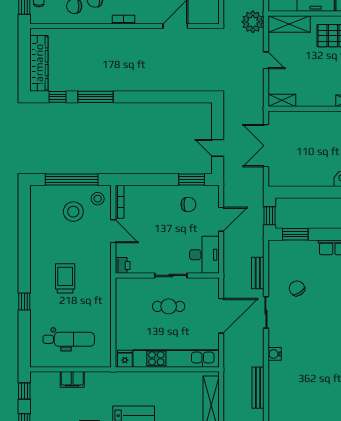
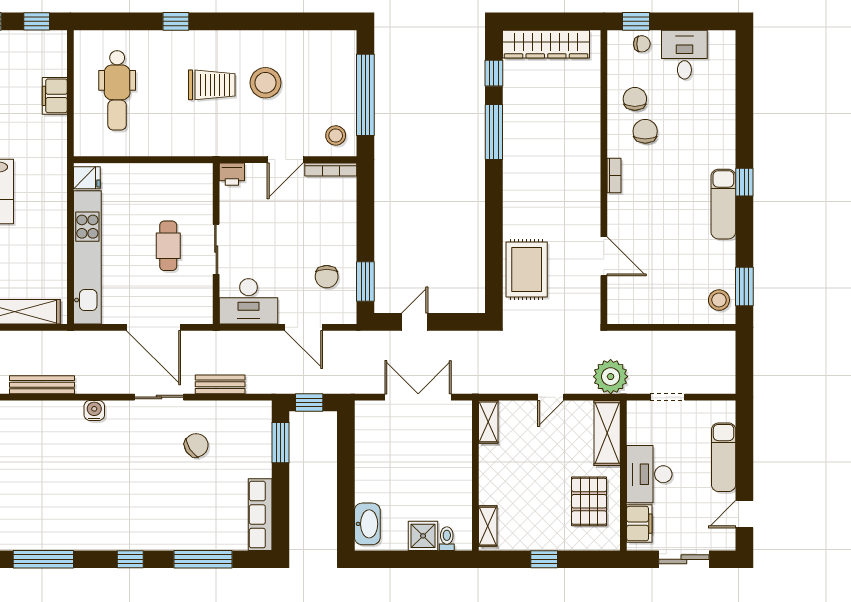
rug: (184, 76) -> (527, 270), added
stool: (73, 212) -> (265, 83), moved

